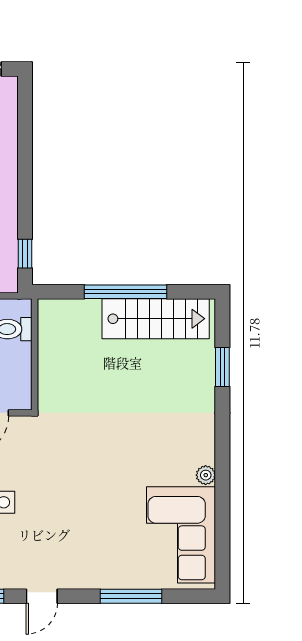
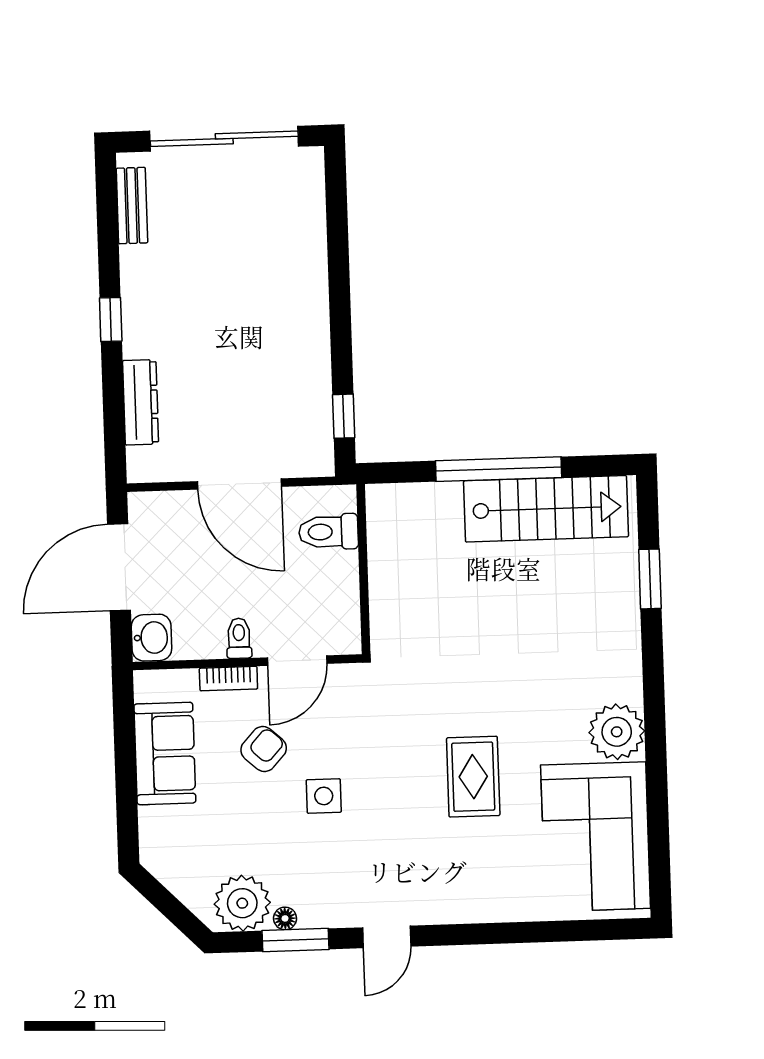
plant: (206, 475) -> (617, 732), width x1.88, depth x1.88
rug: (102, 493) -> (473, 777), added
window: (131, 596) -> (522, 932), removed

